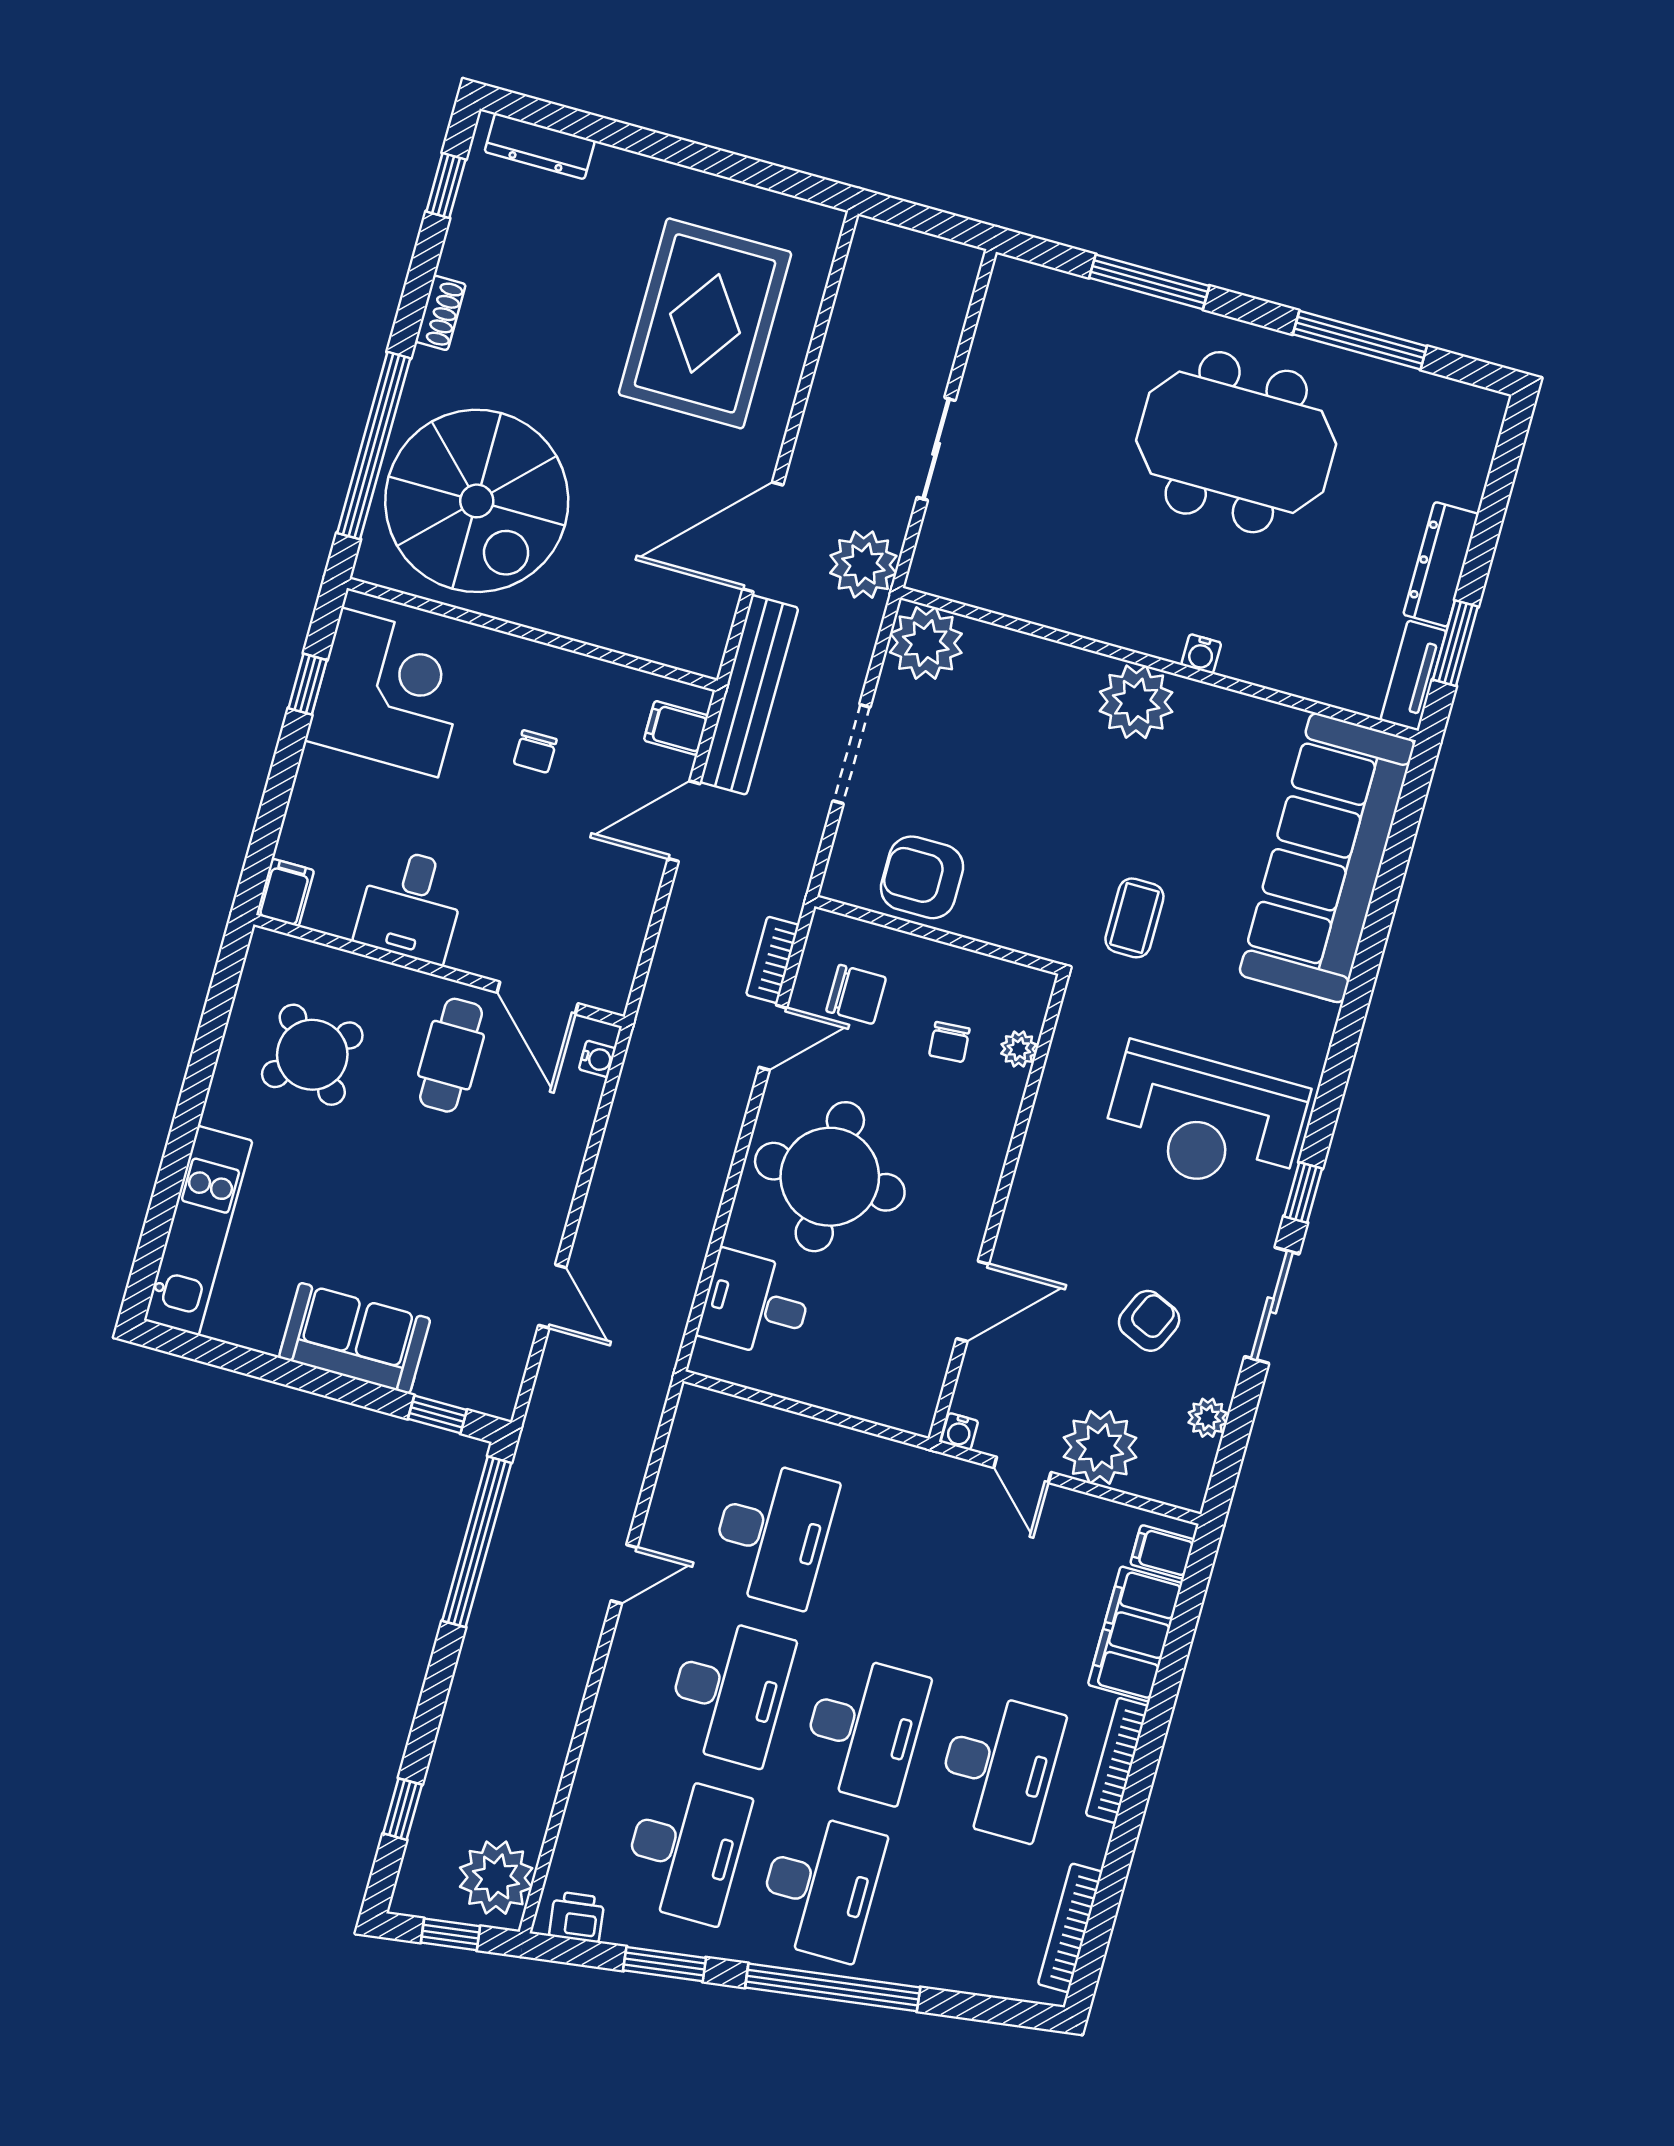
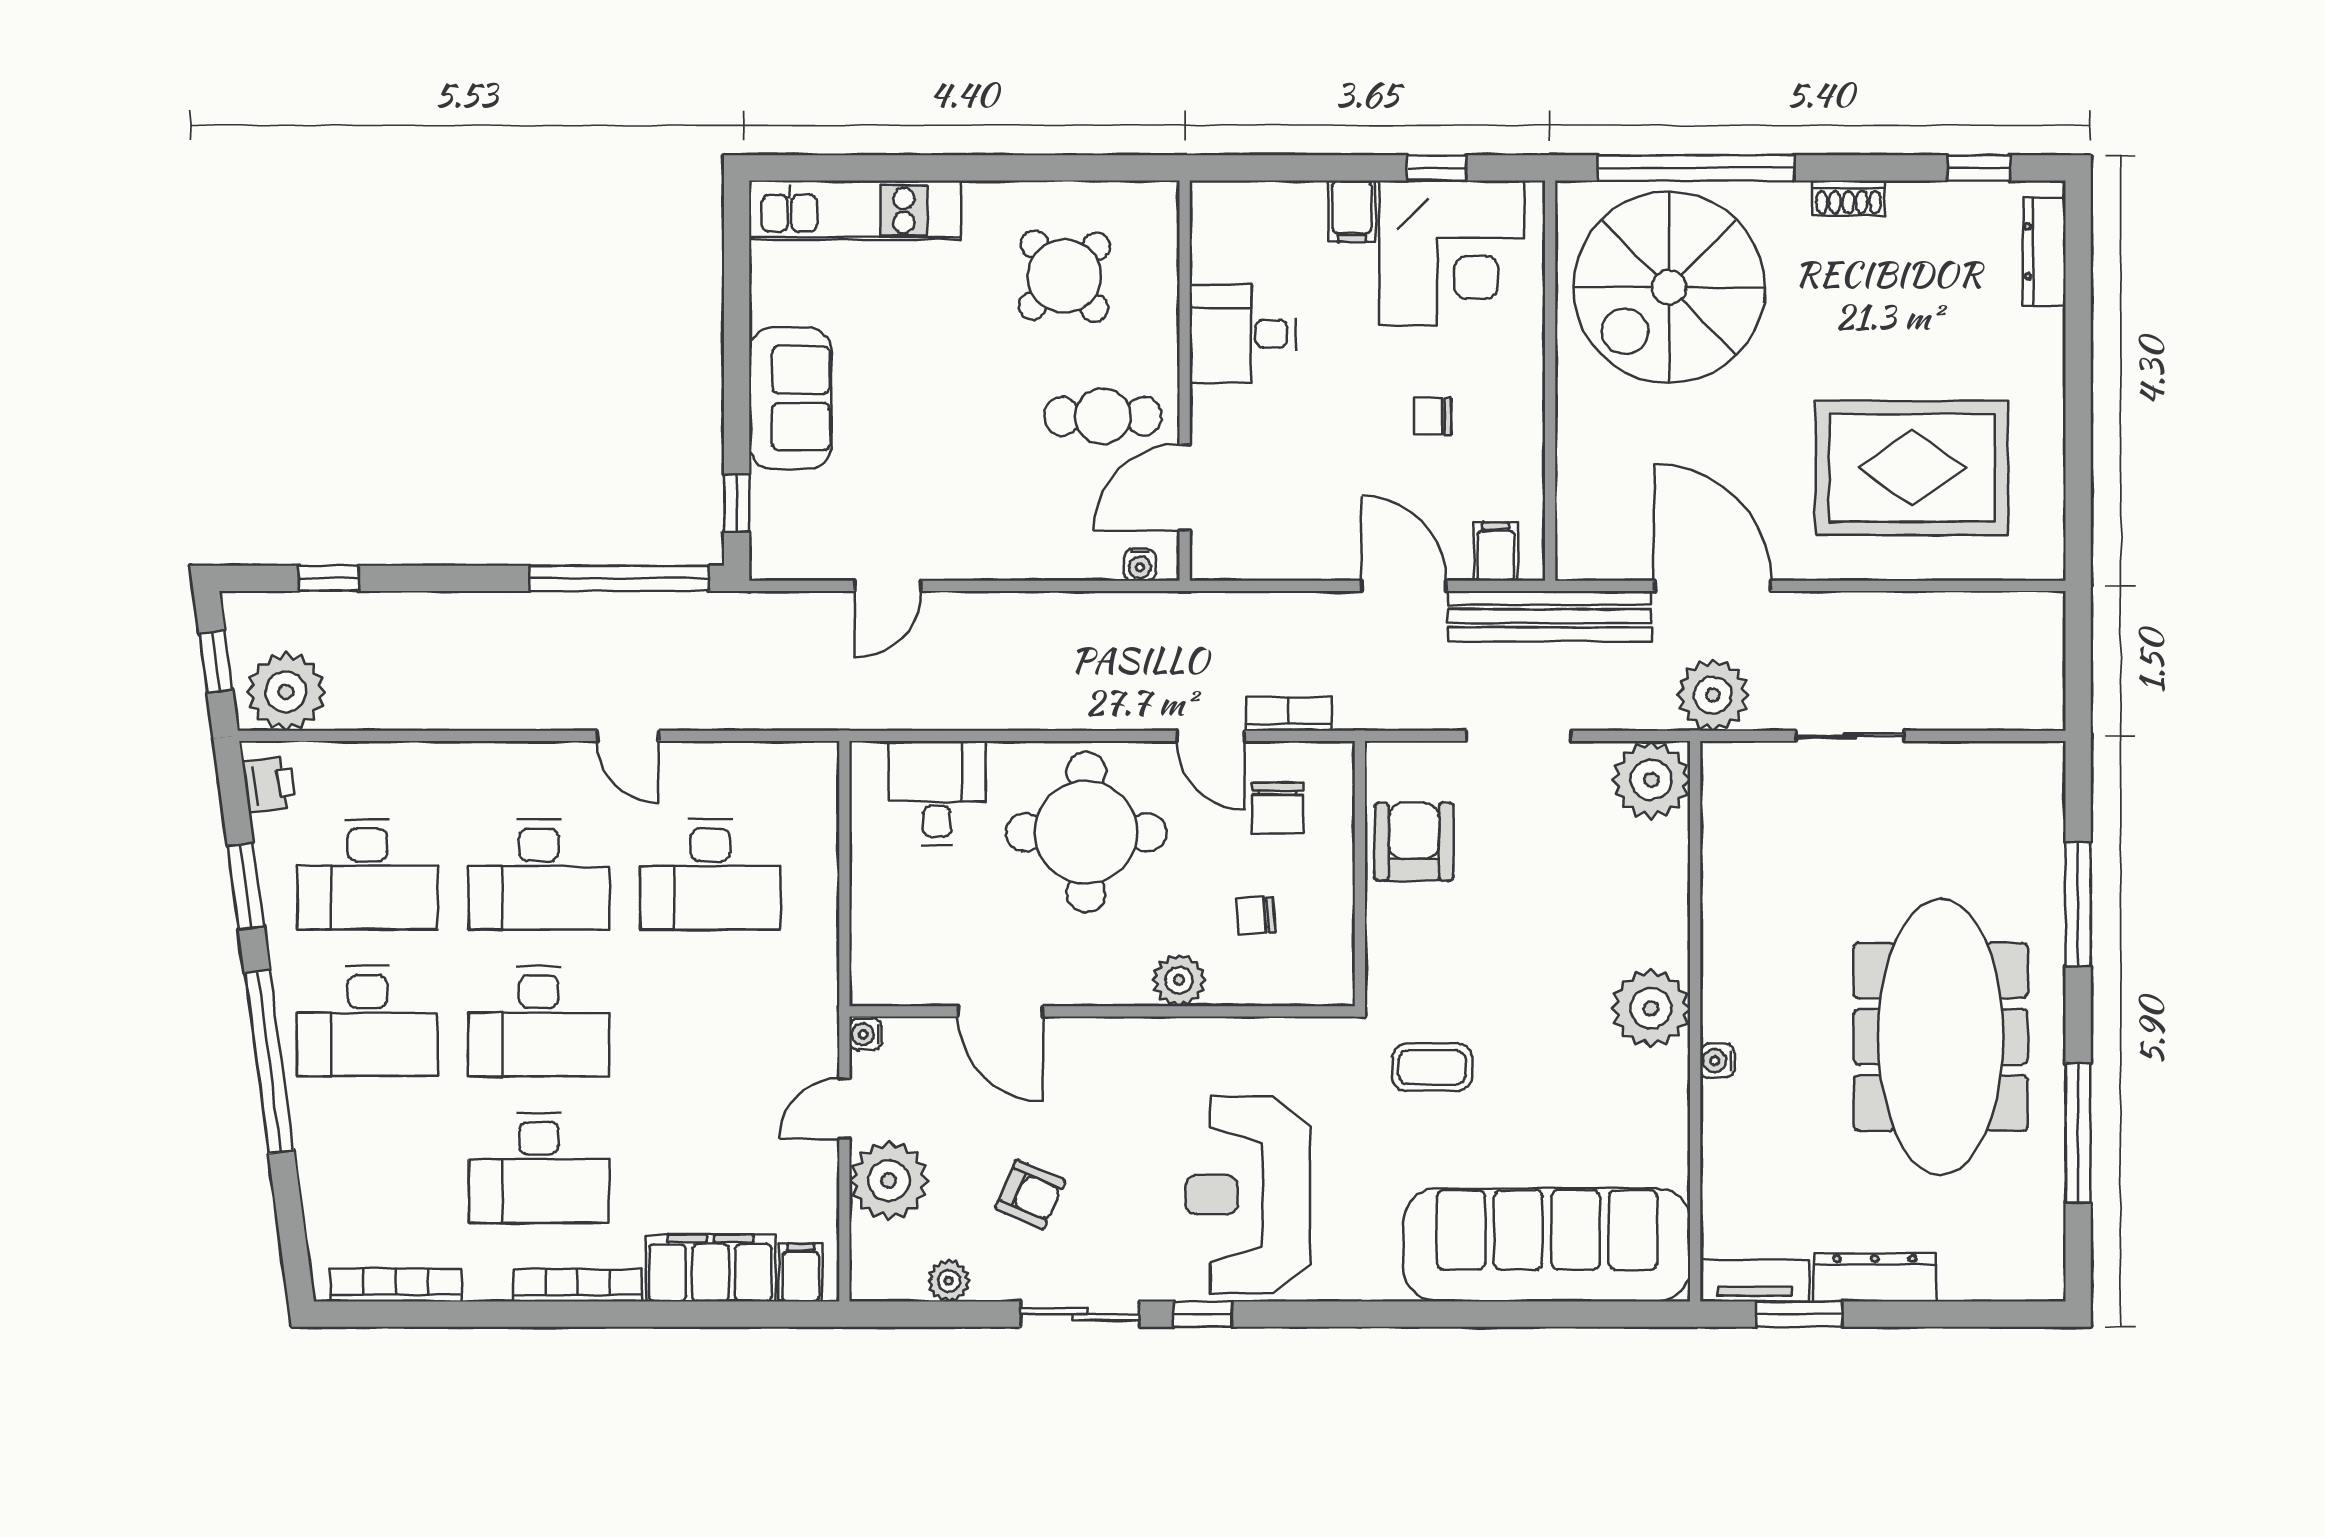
meeting table: (1236, 442) -> (1941, 1037), width x1.36
filing cabinet: (285, 892) -> (1352, 211), moved, turned 90
plant: (1019, 1049) -> (1179, 980), moved, width x1.38, depth x1.38

